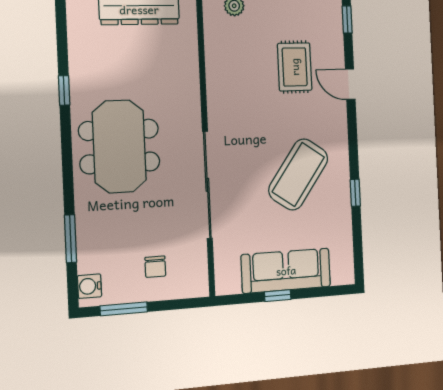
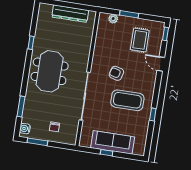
rug: (295, 67) -> (140, 40), moved
armchair: (264, 122) -> (116, 73), added
coffee table: (298, 174) -> (127, 100), turned 55

